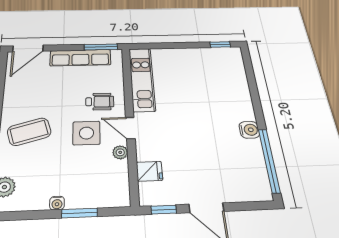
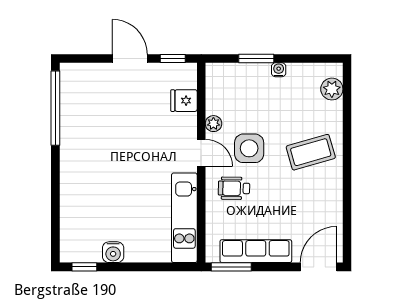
water cooler: (249, 130) -> (113, 252), moved, turned -90

